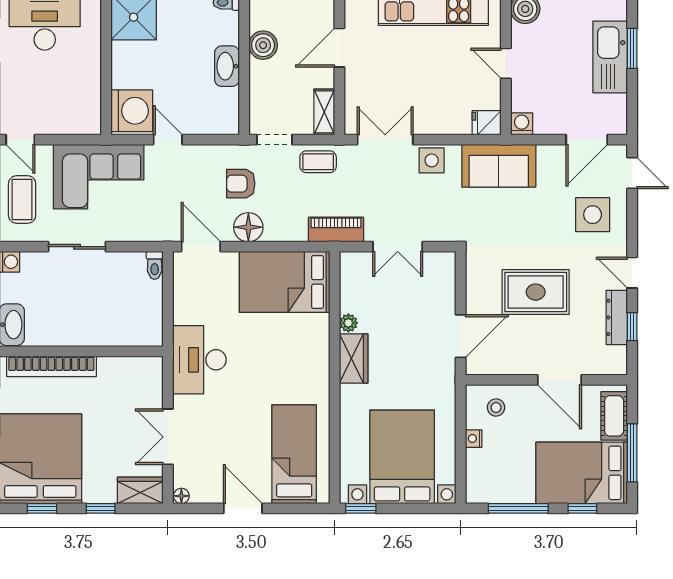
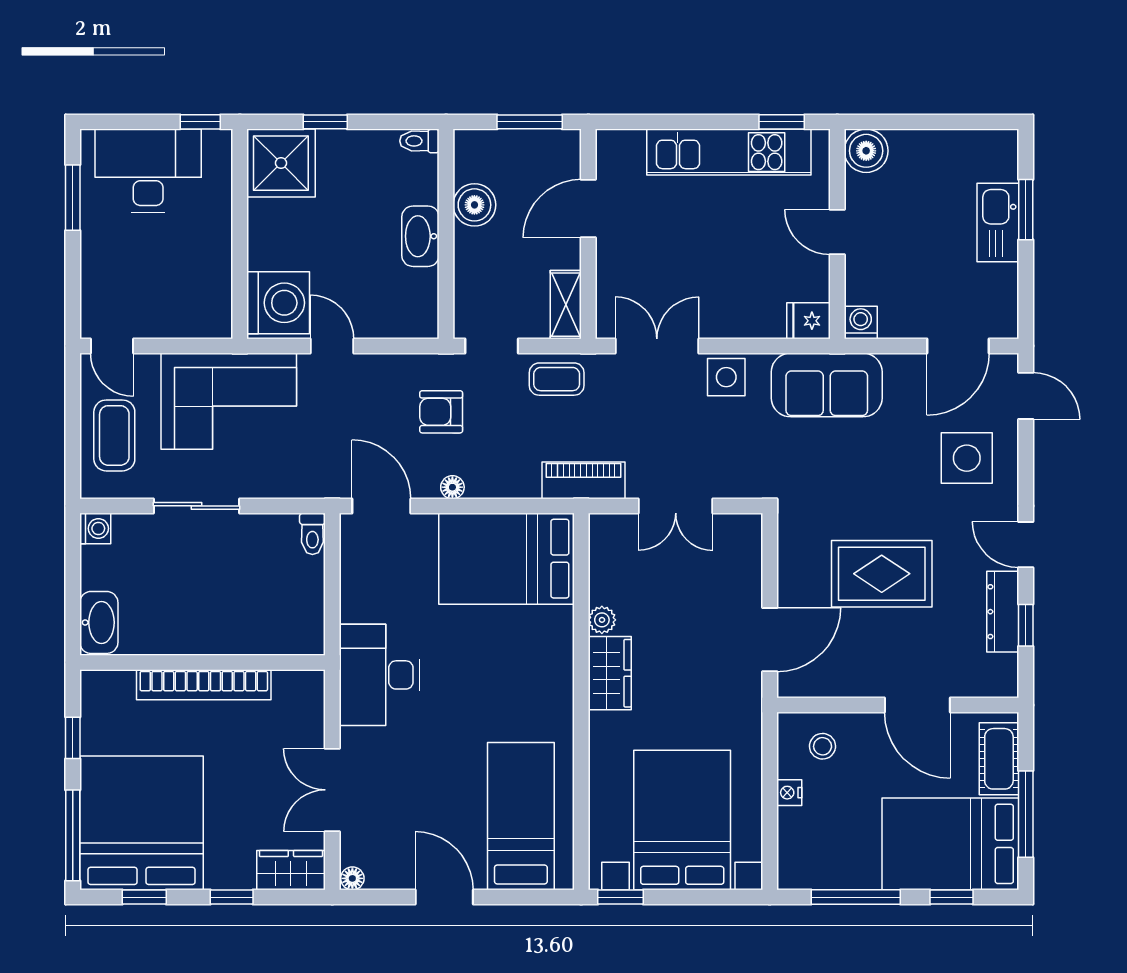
kitchen sink: (610, 57) -> (998, 223), width x0.73, depth x0.81
floor lamp: (248, 227) -> (452, 487), width x0.53, depth x0.53
bookcase: (51, 366) -> (204, 685), moved

